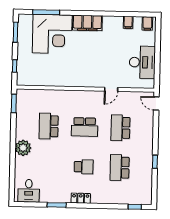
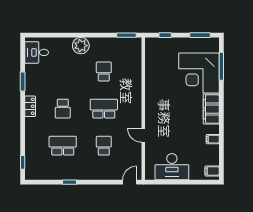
filing cabinet: (128, 22) -> (213, 139), moved
school desk: (49, 126) -> (104, 71), width x0.54
school desk: (85, 127) -> (104, 109), turned 90
school desk: (120, 128) -> (104, 146), width x0.54

